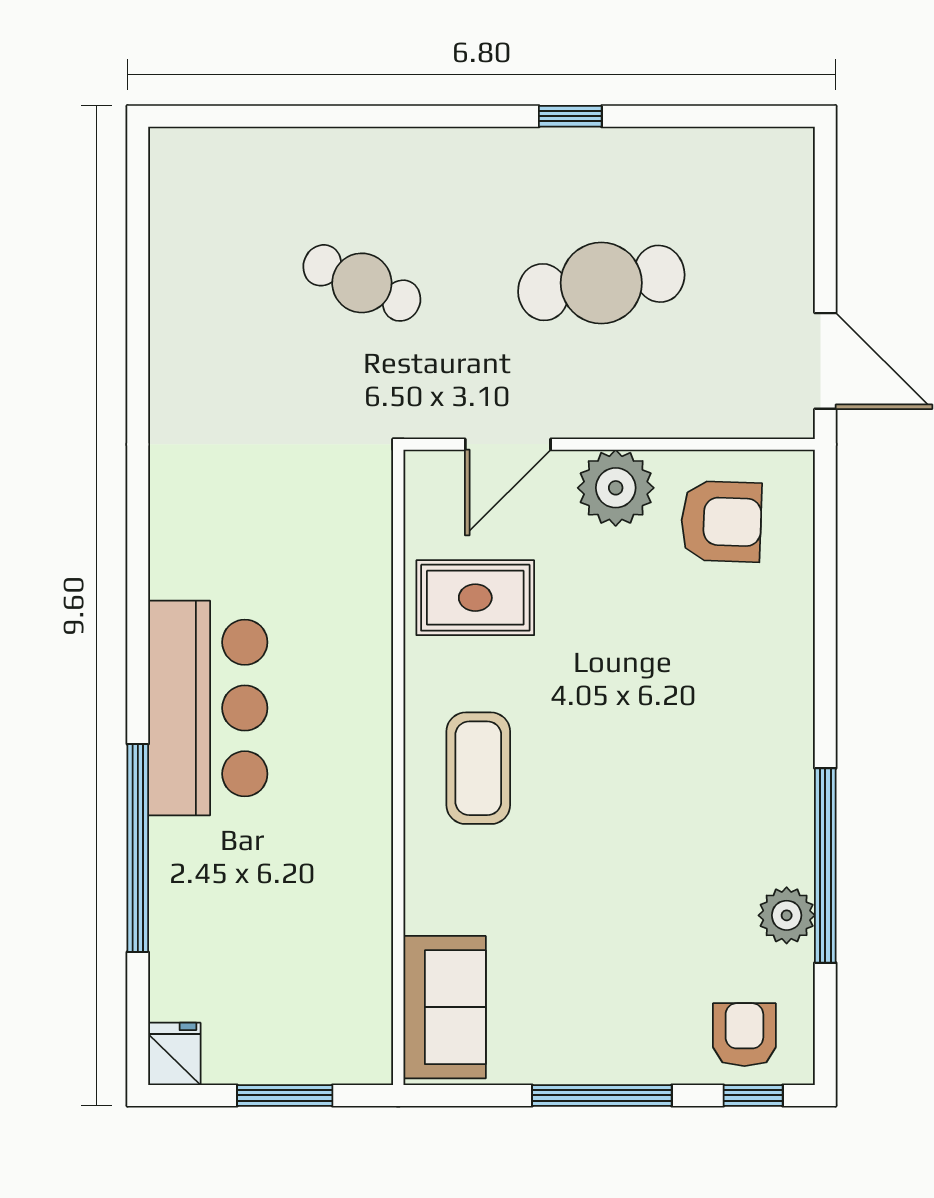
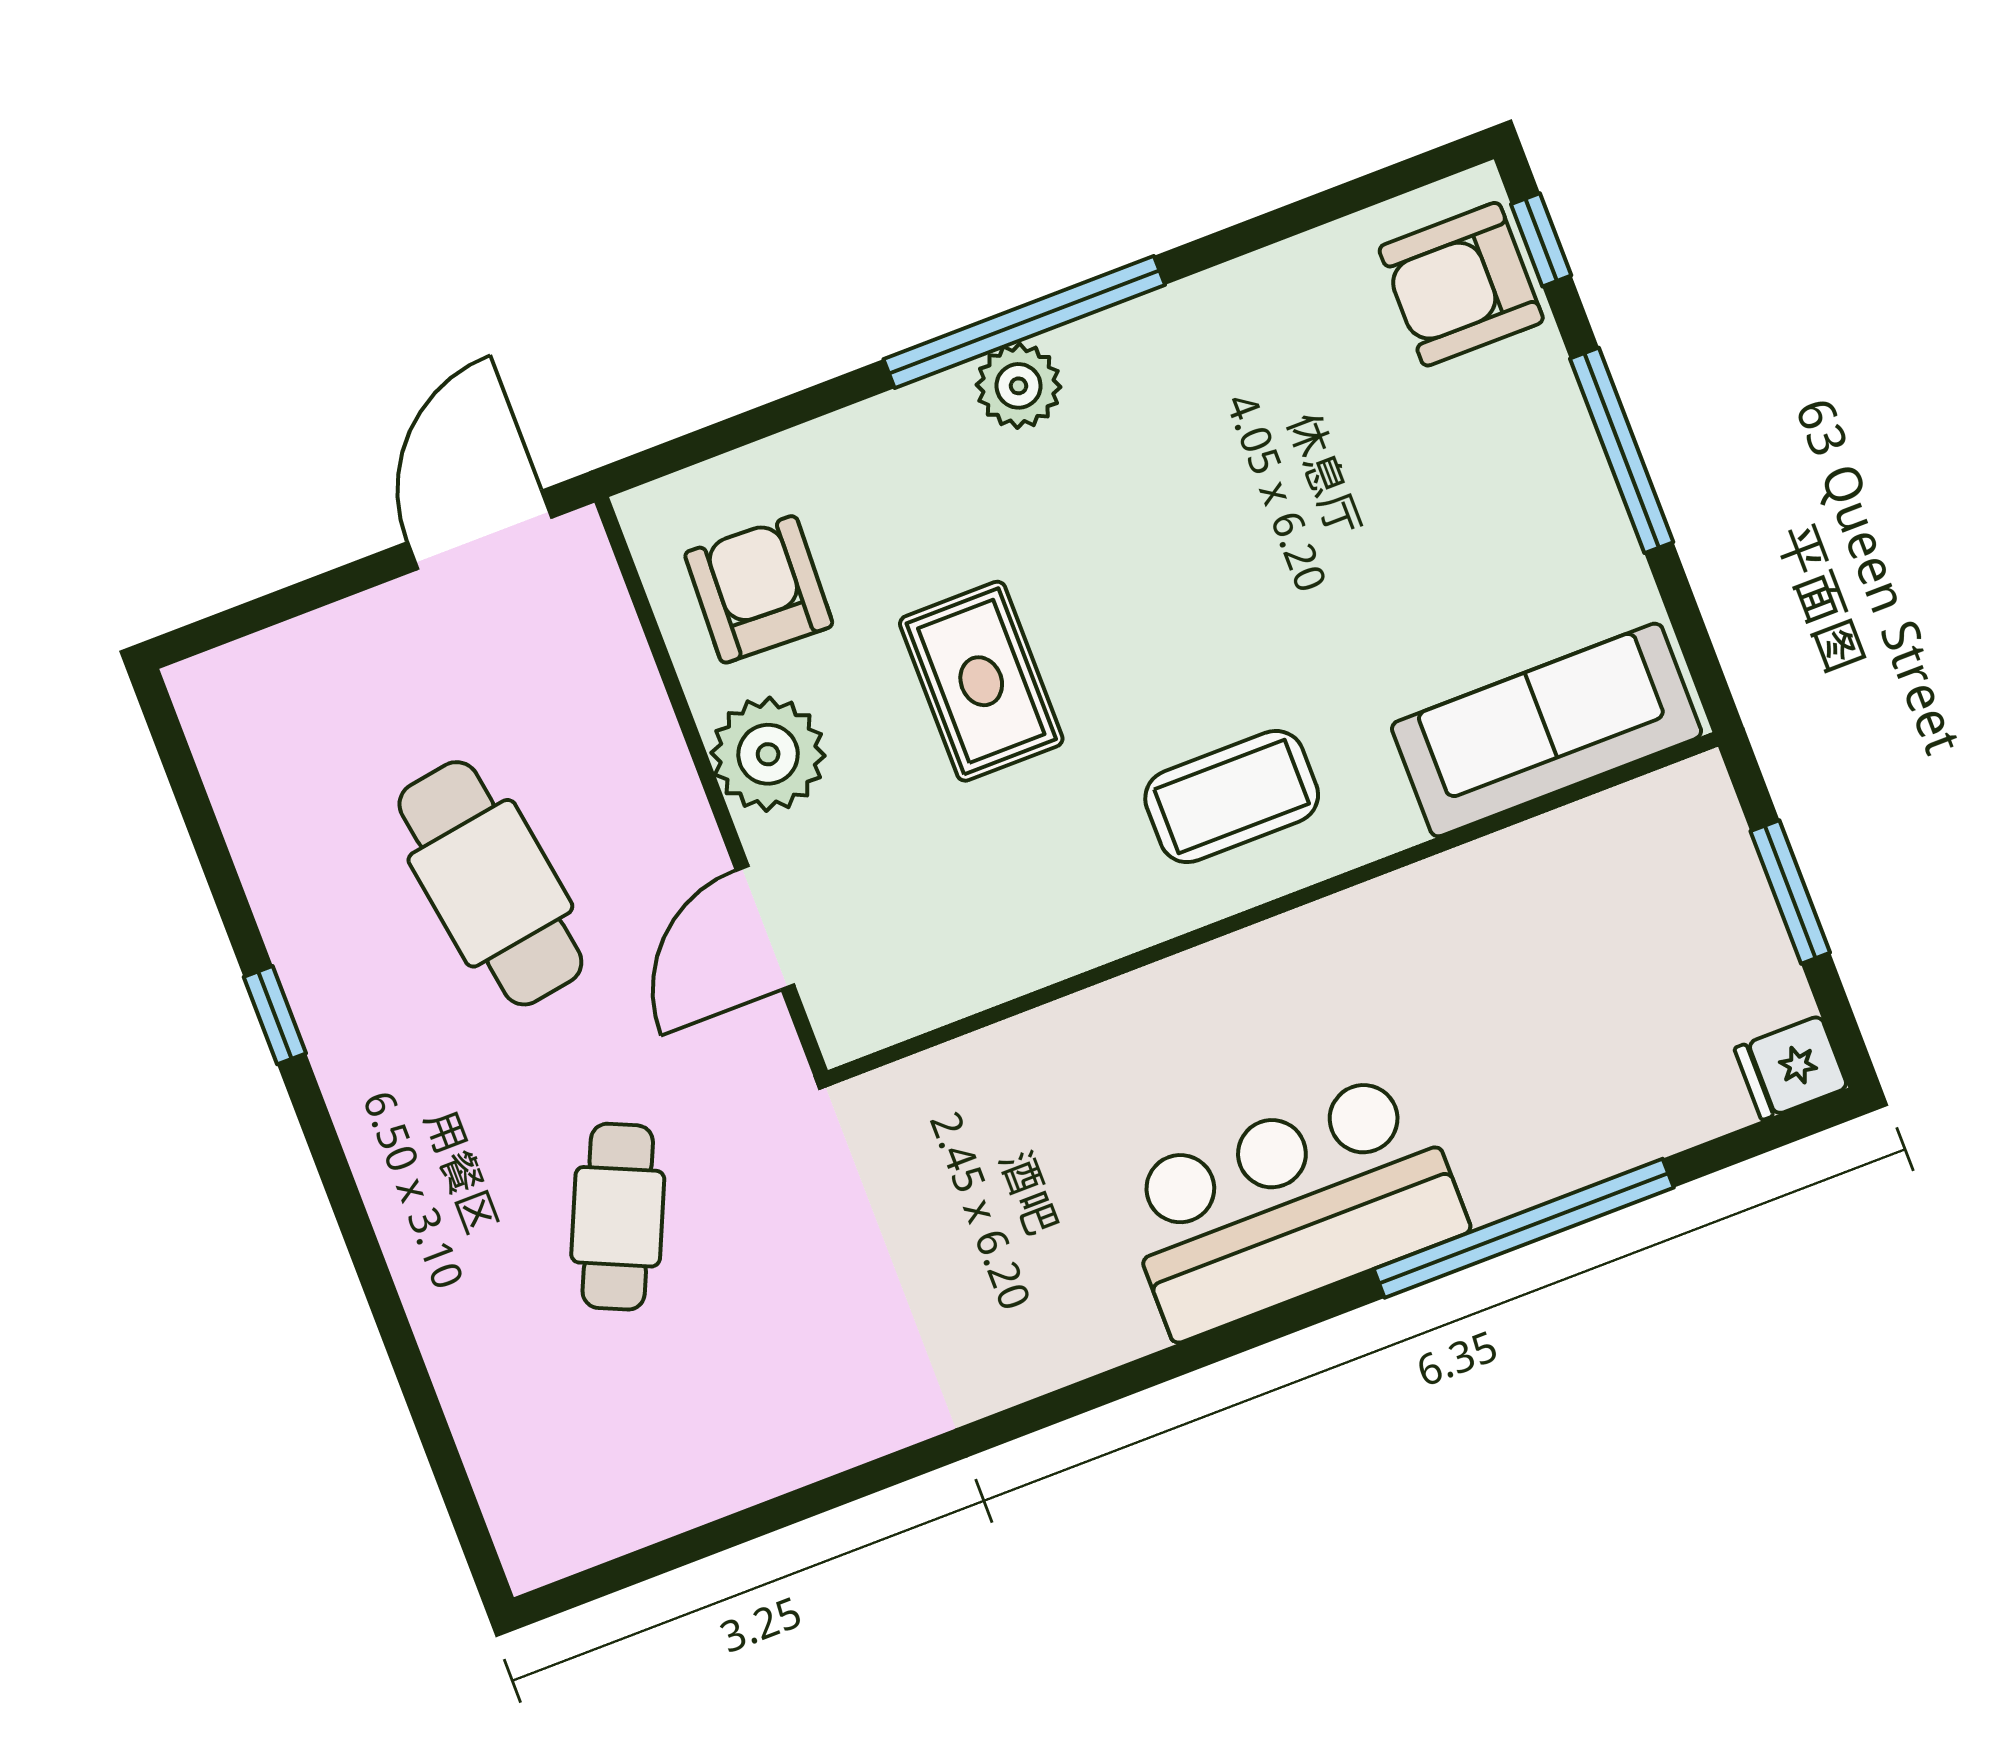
door: (508, 444) -> (765, 928), swing flipped
rug: (475, 598) -> (981, 681), moved
window: (825, 865) -> (1024, 322), moved
plant: (787, 915) -> (1019, 386), moved
sofa: (445, 1007) -> (1547, 730), width x1.36
armchair: (744, 1035) -> (1461, 284), width x1.38, depth x1.38

